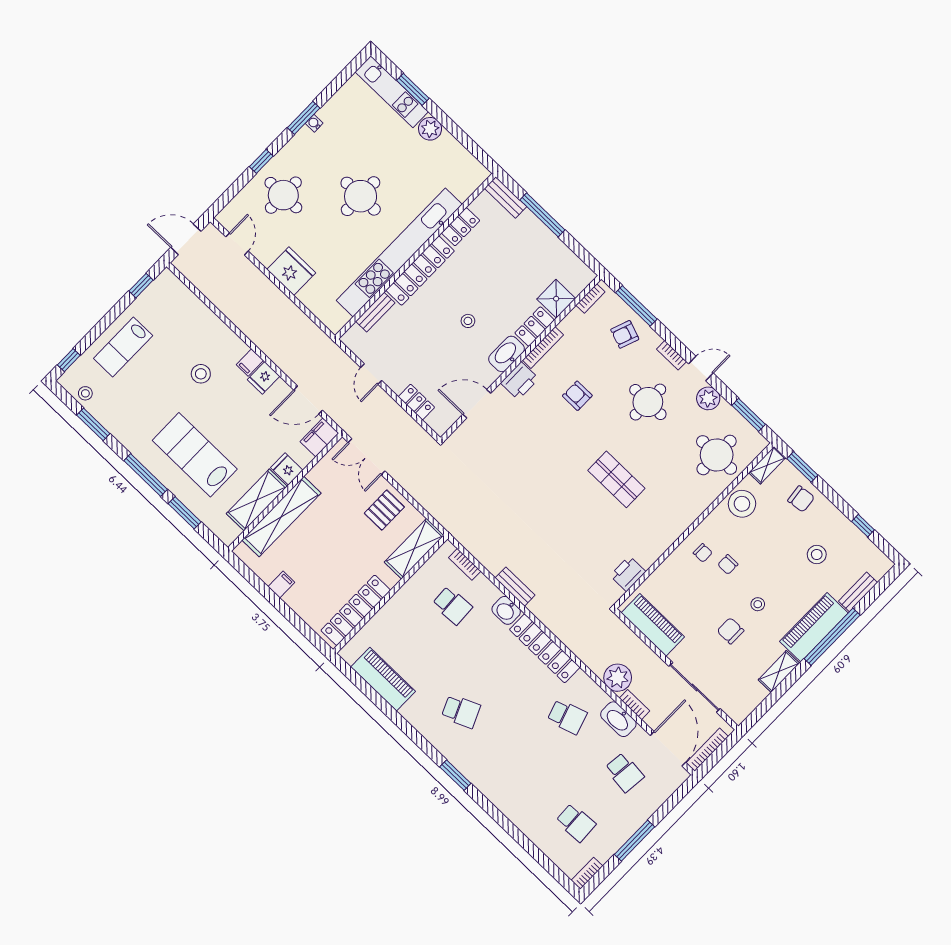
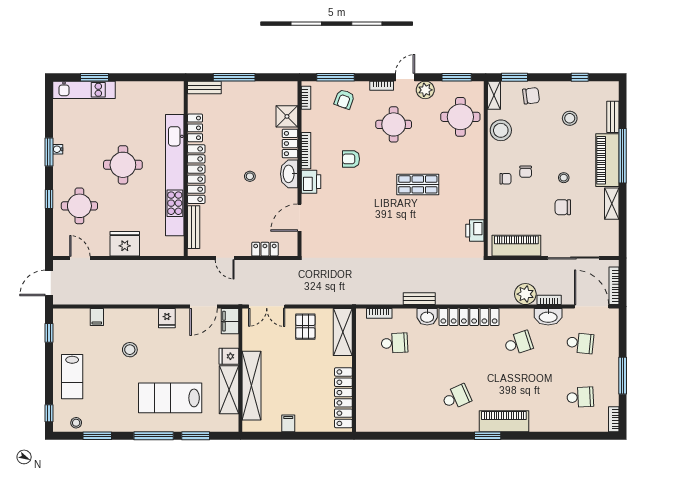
plant: (430, 129) -> (125, 90), removed
bench: (375, 312) -> (194, 227), width x1.36
filing cabinet: (250, 362) -> (97, 317), moved
piano: (383, 679) -> (504, 421), moved

